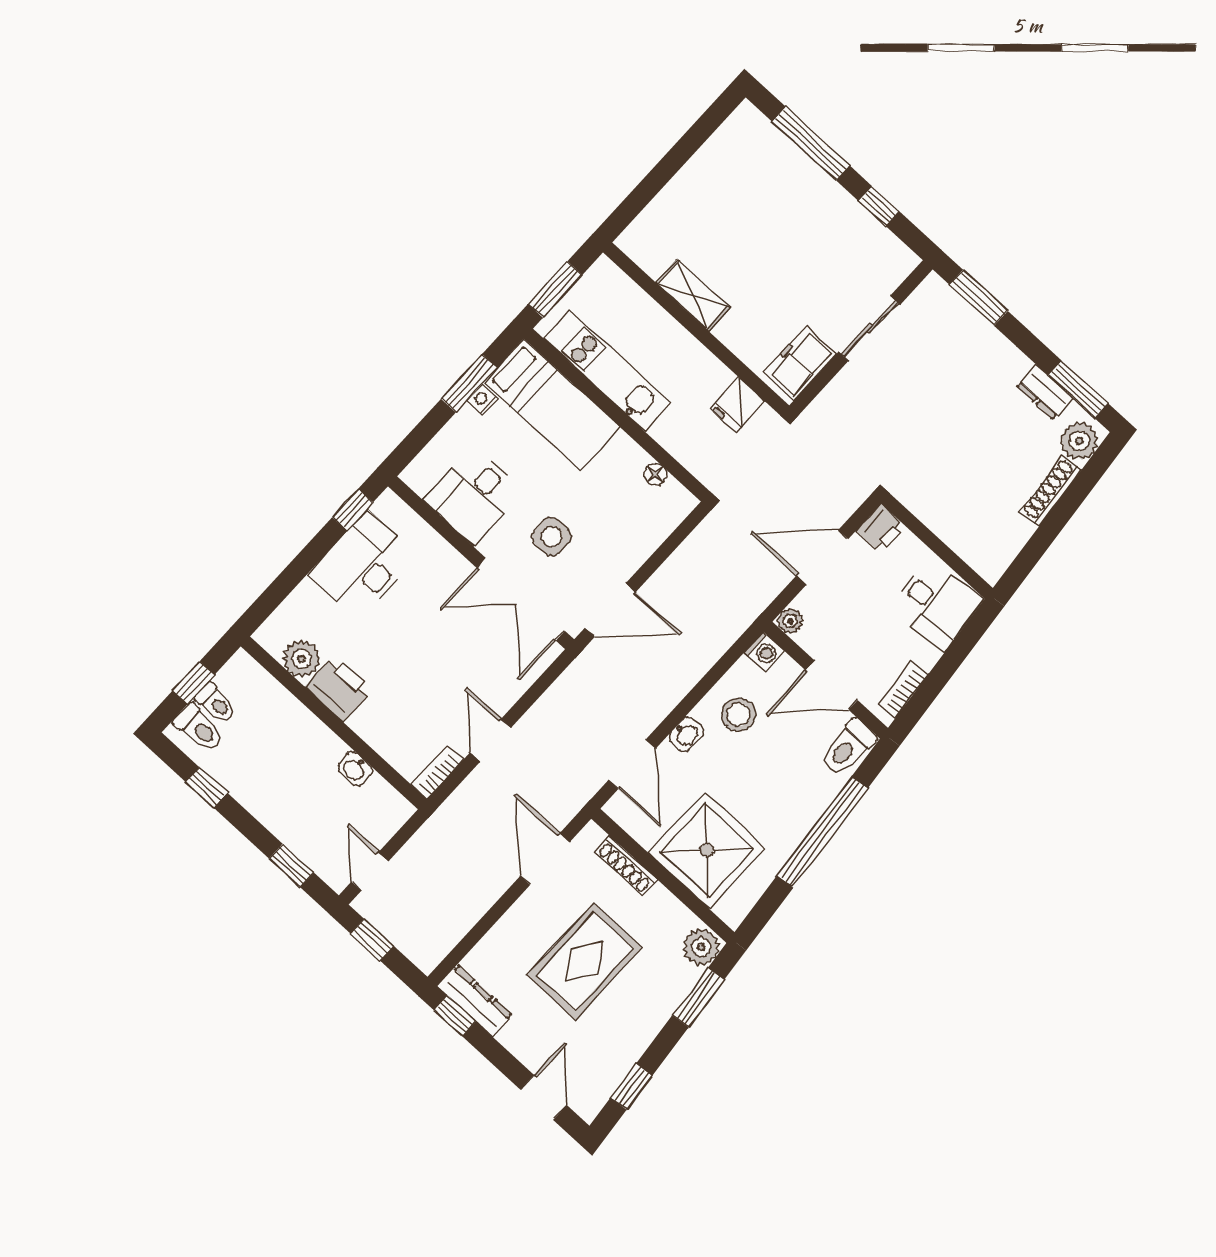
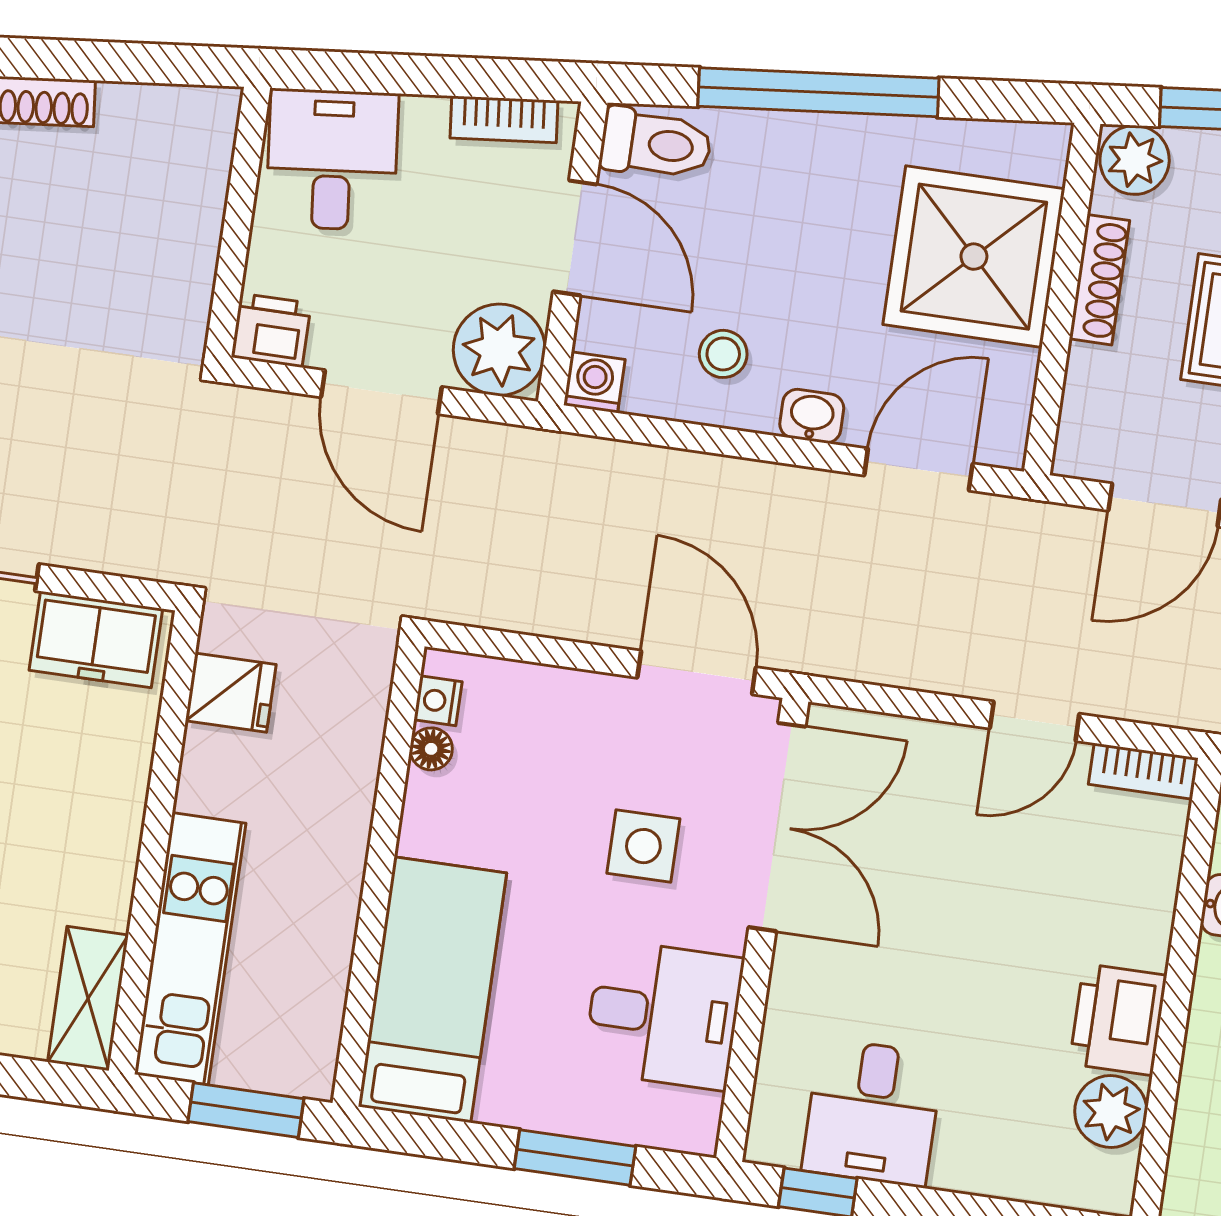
shelving: (693, 295) -> (88, 998), moved
kitchen unit: (607, 371) -> (190, 949), moved, turned 180
window: (469, 383) -> (575, 1158), moved
nightstand: (482, 400) -> (438, 701), moved, turned 90
desk: (363, 565) -> (872, 1113), width x0.73
plant: (790, 621) -> (499, 350), width x1.88, depth x1.88
stool: (739, 715) -> (723, 354), width x0.73, depth x0.73
shoe rack: (626, 866) -> (1099, 280), moved

